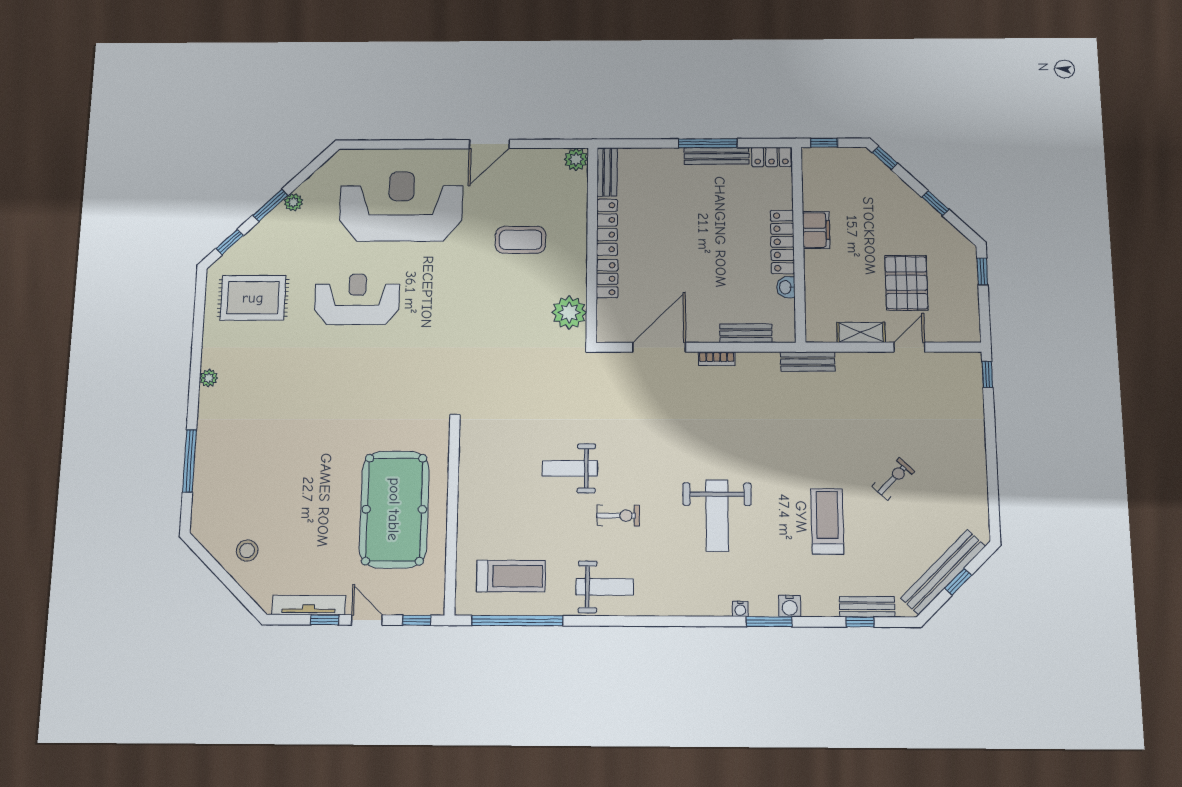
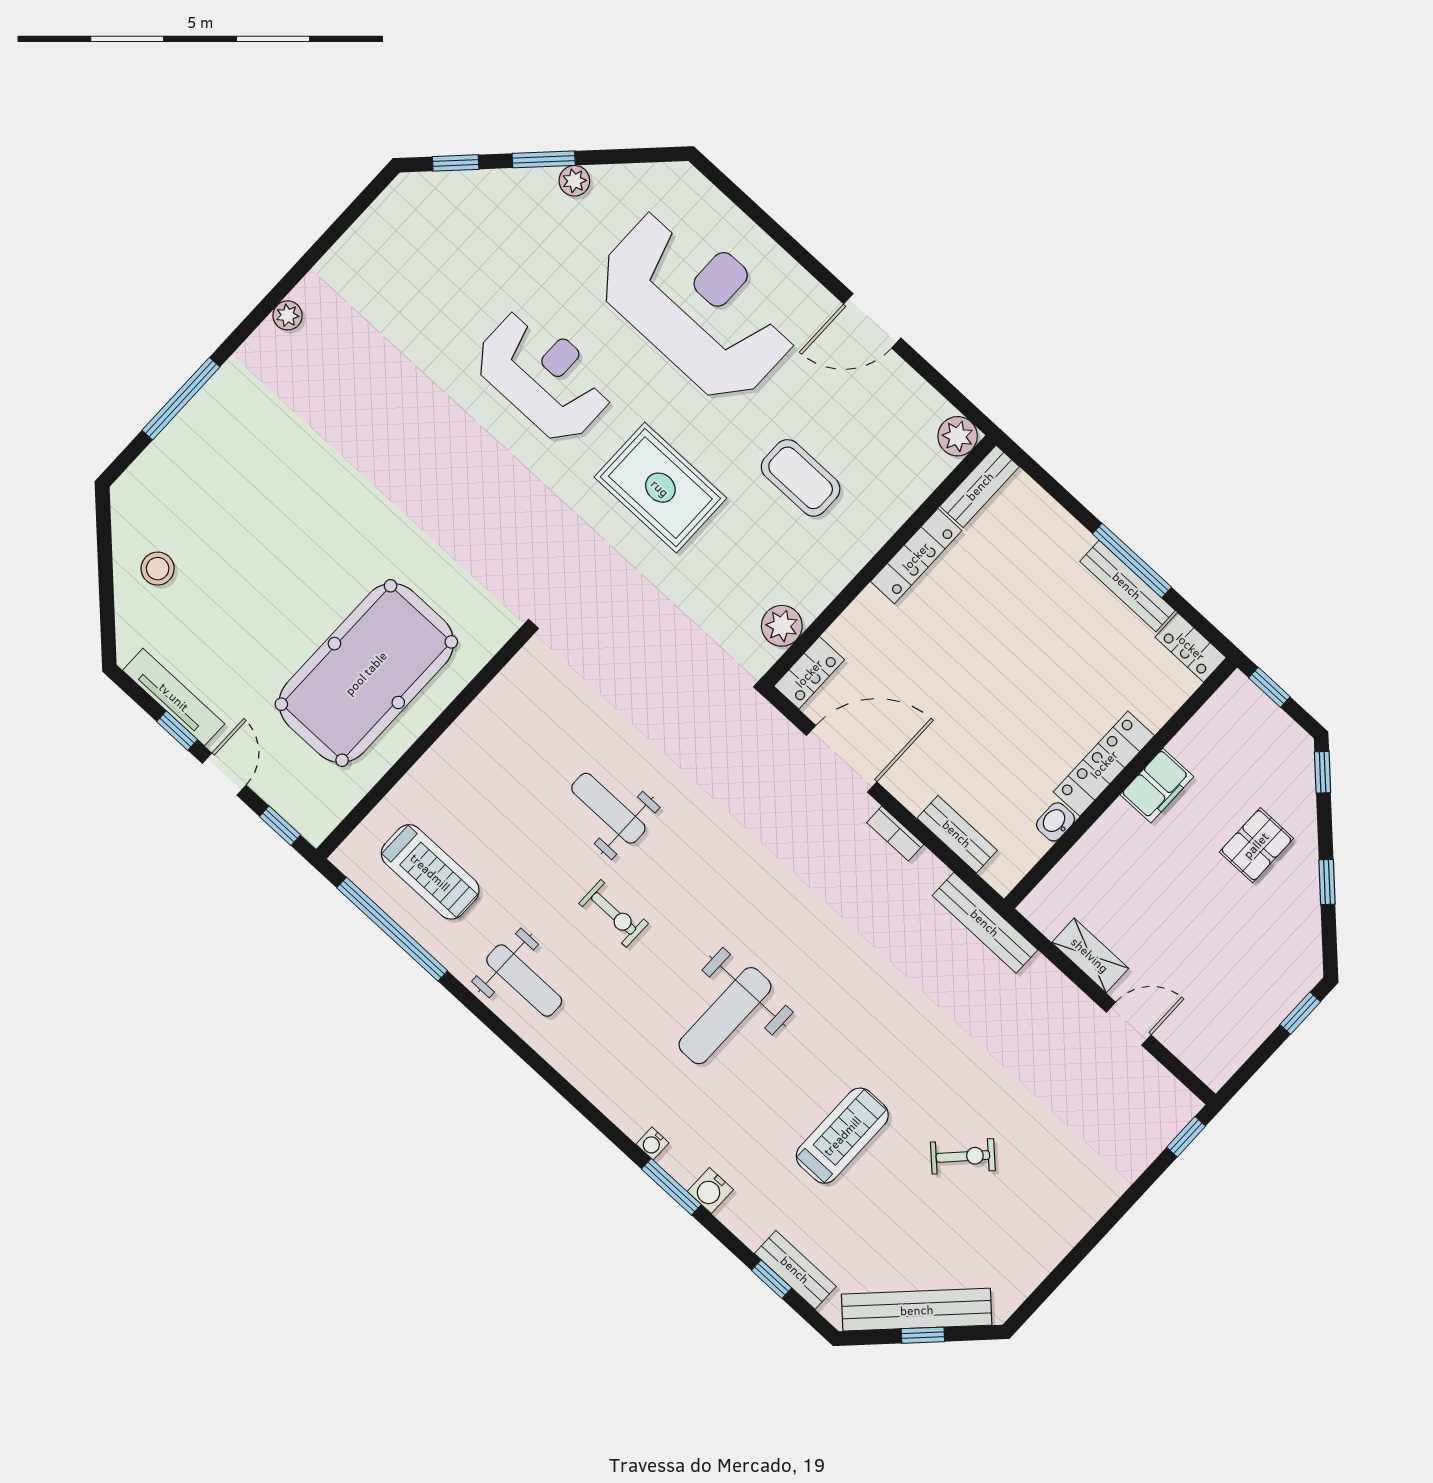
locker: (607, 279) -> (809, 673), moved
pallet: (906, 283) -> (1256, 845), moved, width x0.67, depth x0.71
rug: (253, 298) -> (660, 488), moved
plant: (569, 313) -> (782, 626), width x0.73, depth x0.73
bench: (808, 362) -> (985, 923), width x1.36

